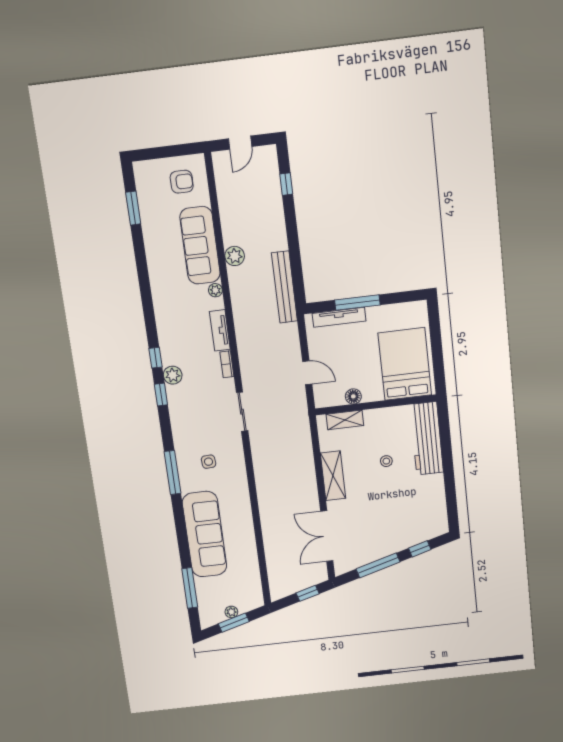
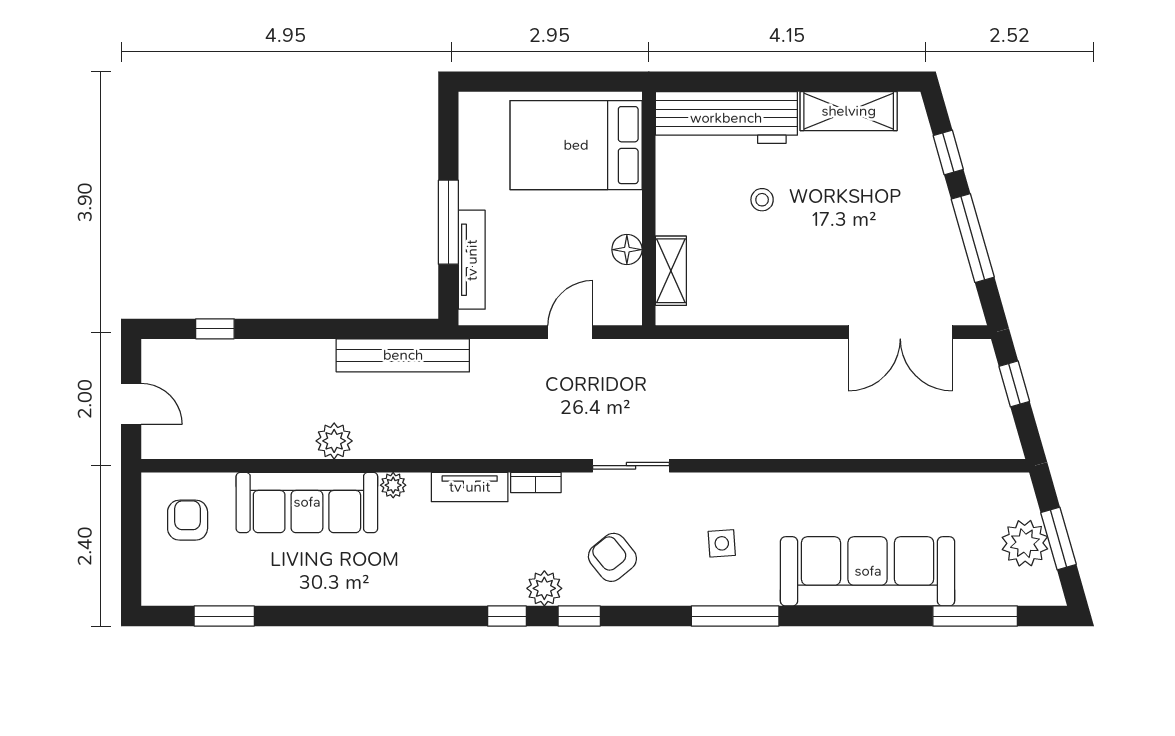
armchair: (194, 408) -> (612, 557), added
shelving: (333, 476) -> (849, 111), moved
plant: (231, 612) -> (1025, 543), width x1.88, depth x1.88

